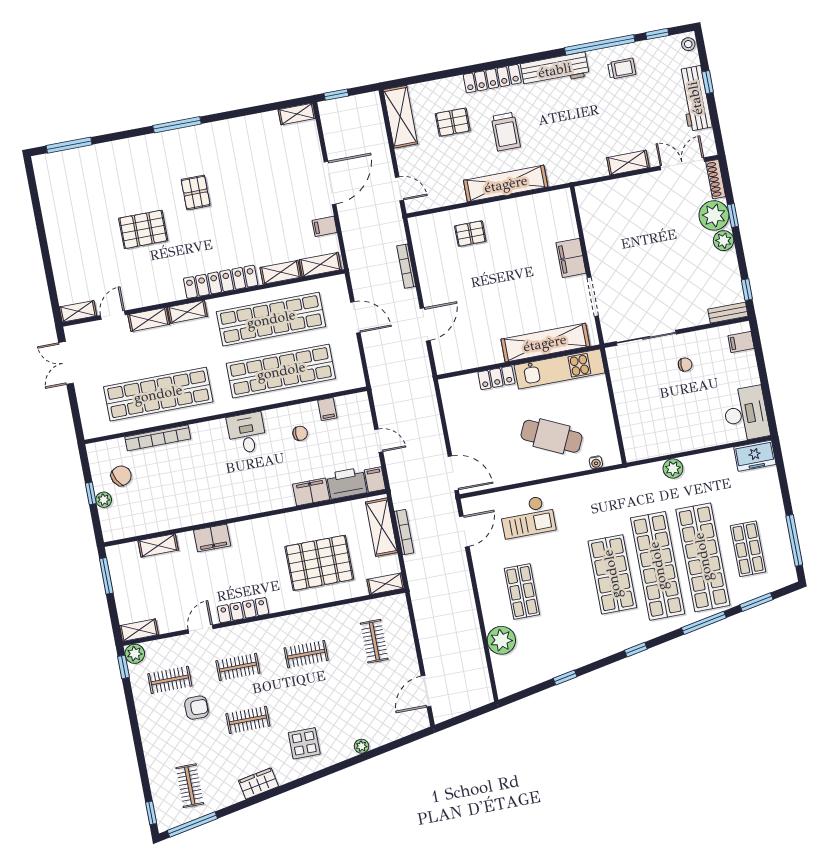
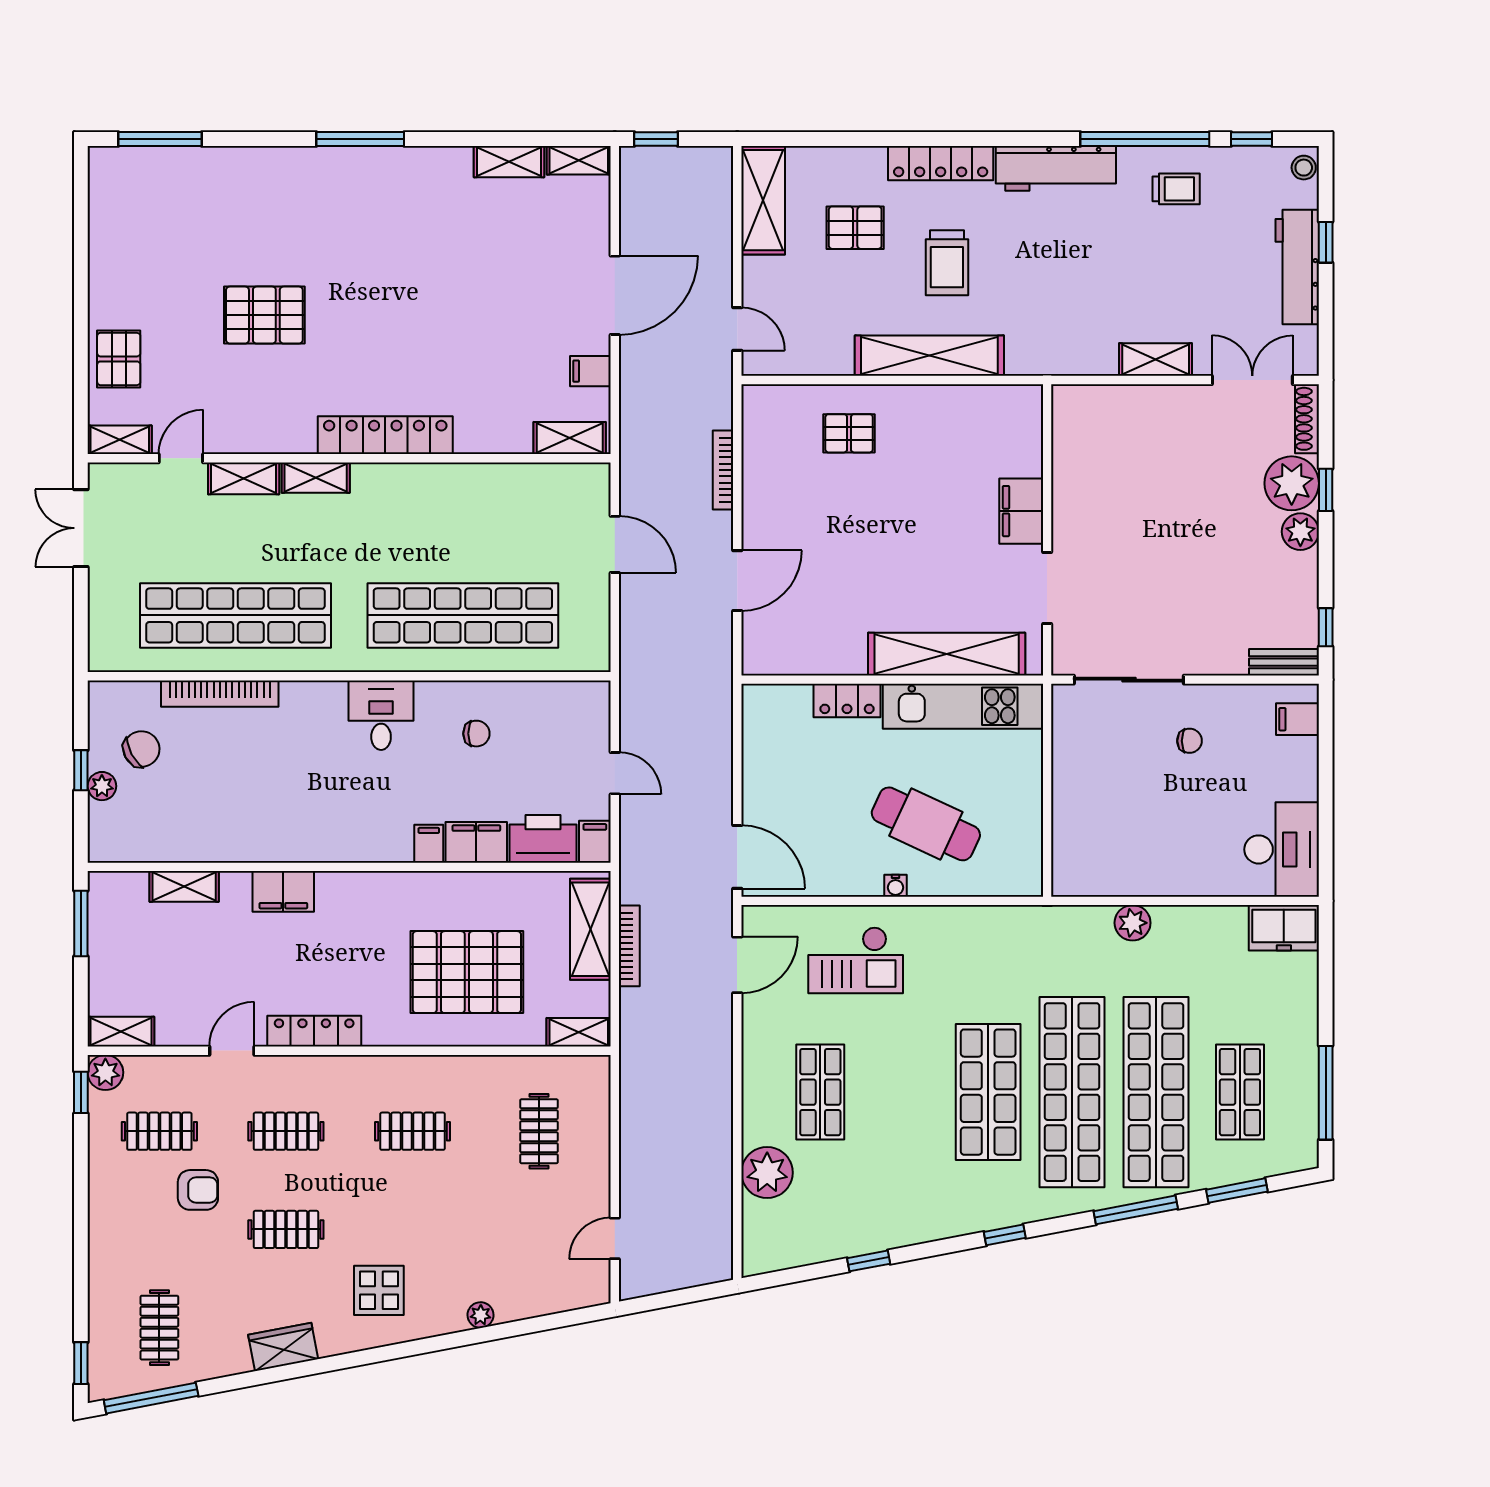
pallet: (196, 193) -> (119, 359), moved
shelving: (281, 272) -> (509, 162), moved
shop shelf: (271, 319) -> (463, 519), removed
filing cabinet: (327, 409) -> (429, 844), moved, turned 180
water cooler: (596, 462) -> (896, 886), moved
door: (426, 691) -> (615, 1238), width x0.73

